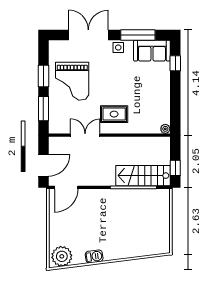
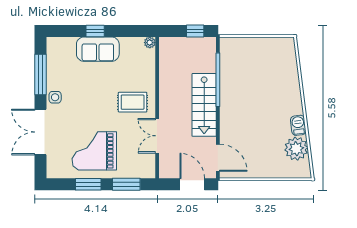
sofa: (152, 51) -> (98, 49), moved, turned 90
window: (175, 63) -> (95, 31), moved
grand piano: (72, 81) -> (94, 151), turned 180
rug: (114, 114) -> (133, 102), turned 90
stairs: (143, 176) -> (204, 105), moved
plant: (62, 256) -> (296, 149), moved

